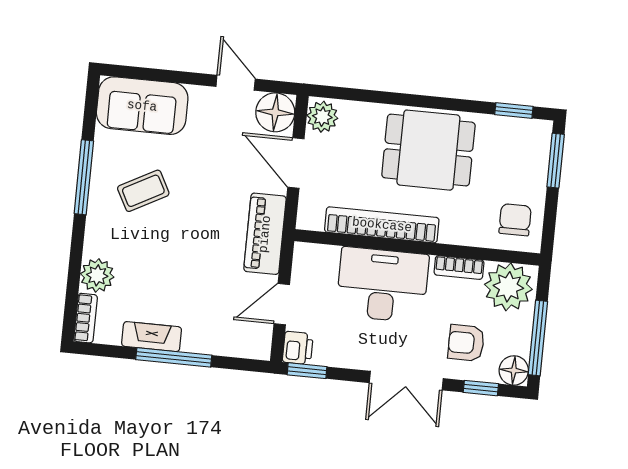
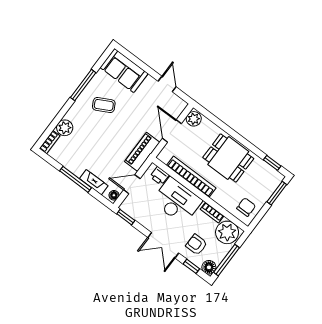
floor lamp: (275, 112) -> (114, 195), moved, width x0.53, depth x0.53
fireplace: (152, 337) -> (94, 182), moved
printer: (298, 348) -> (159, 176), moved, turned 90

